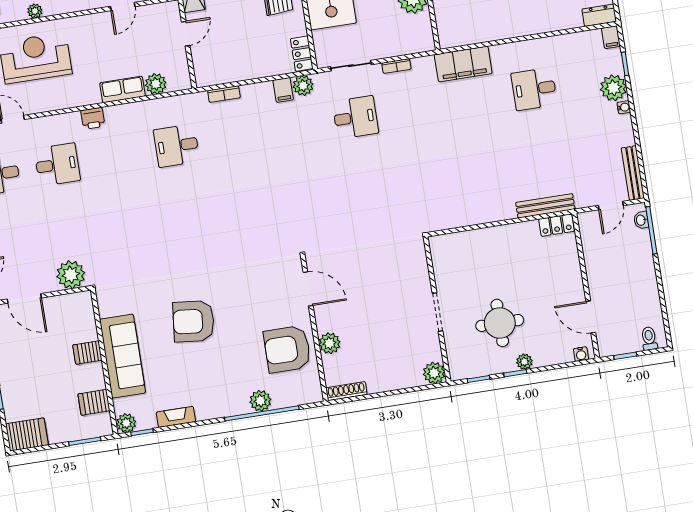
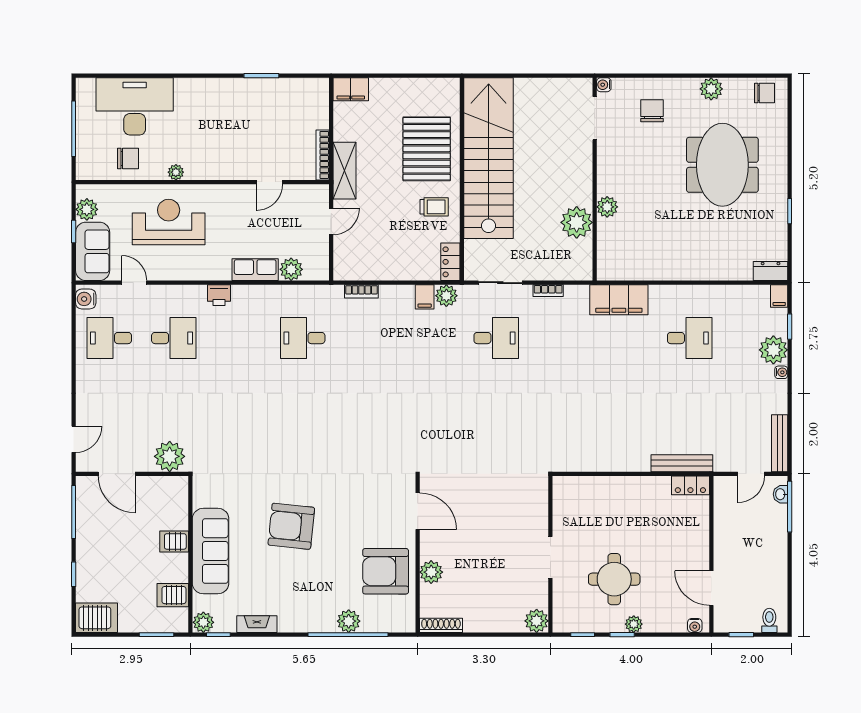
desk: (534, 89) -> (690, 338), turned 180

